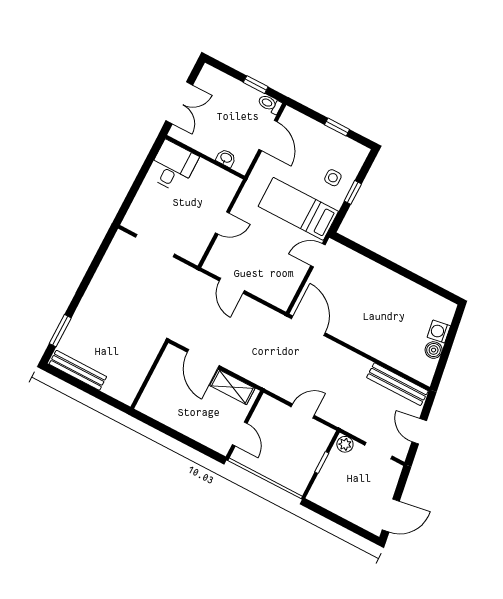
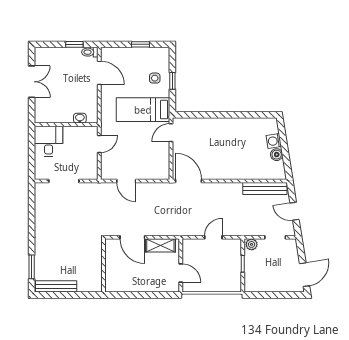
wall: (205, 157) -> (66, 125), moved
washbasin: (226, 158) -> (80, 118), moved
desk: (173, 166) -> (49, 141), moved

